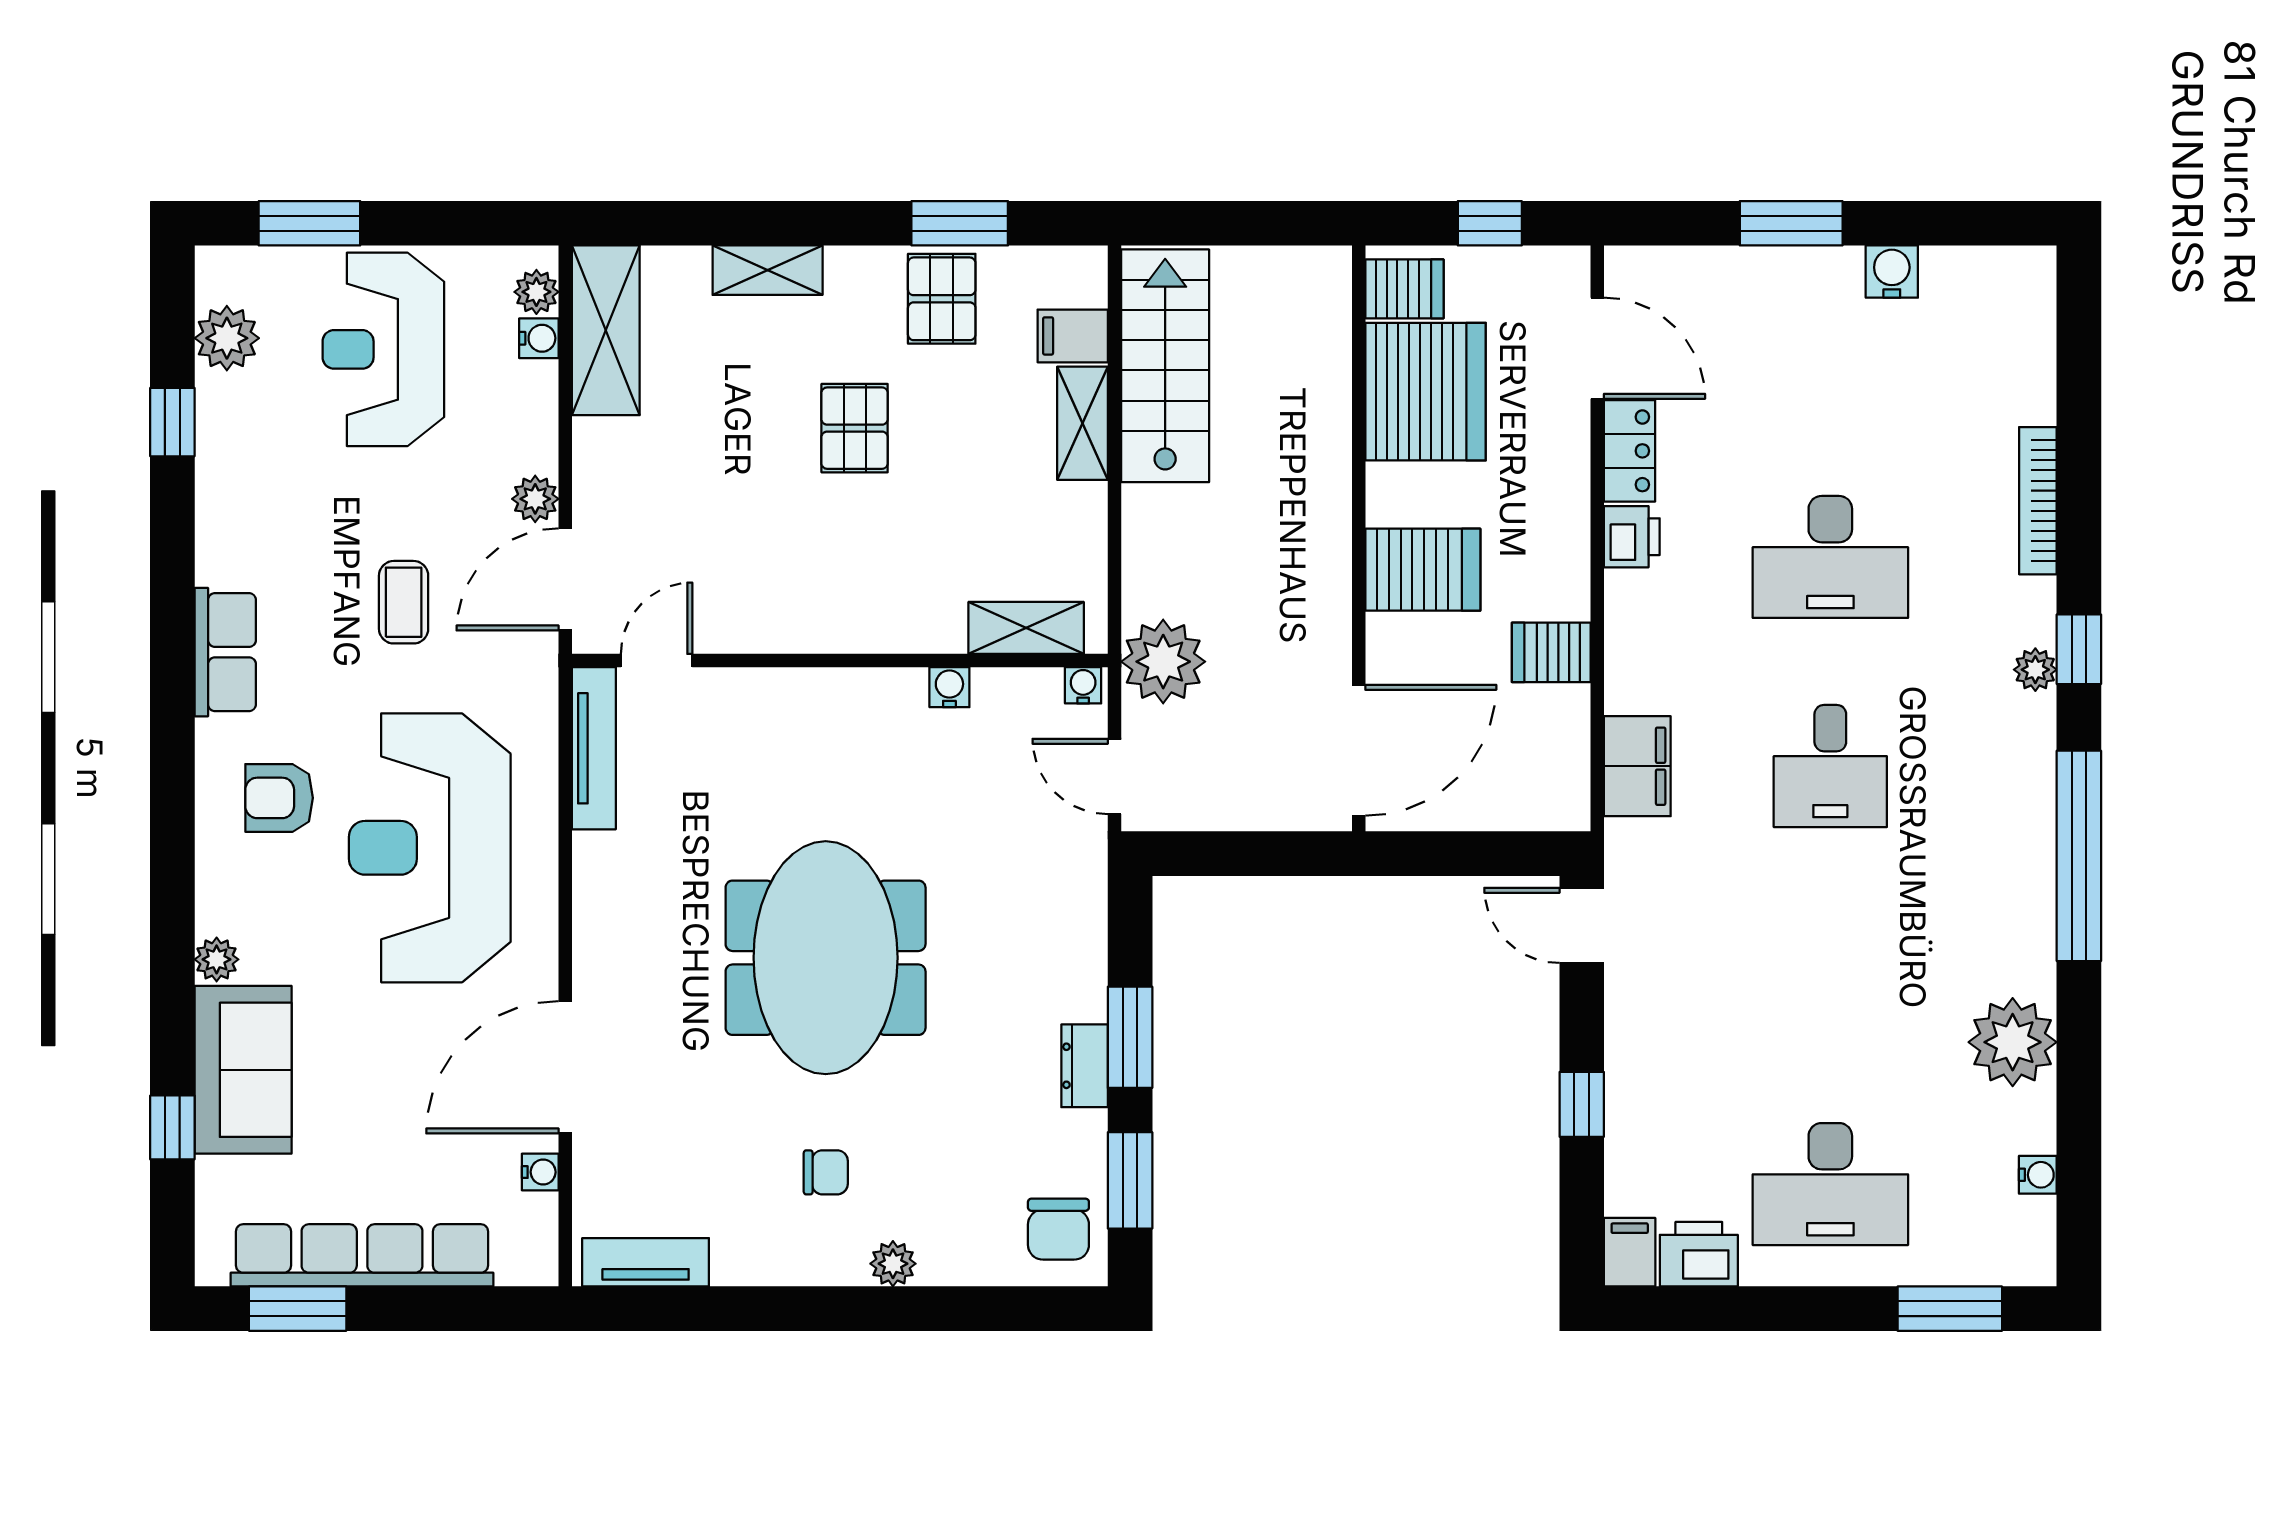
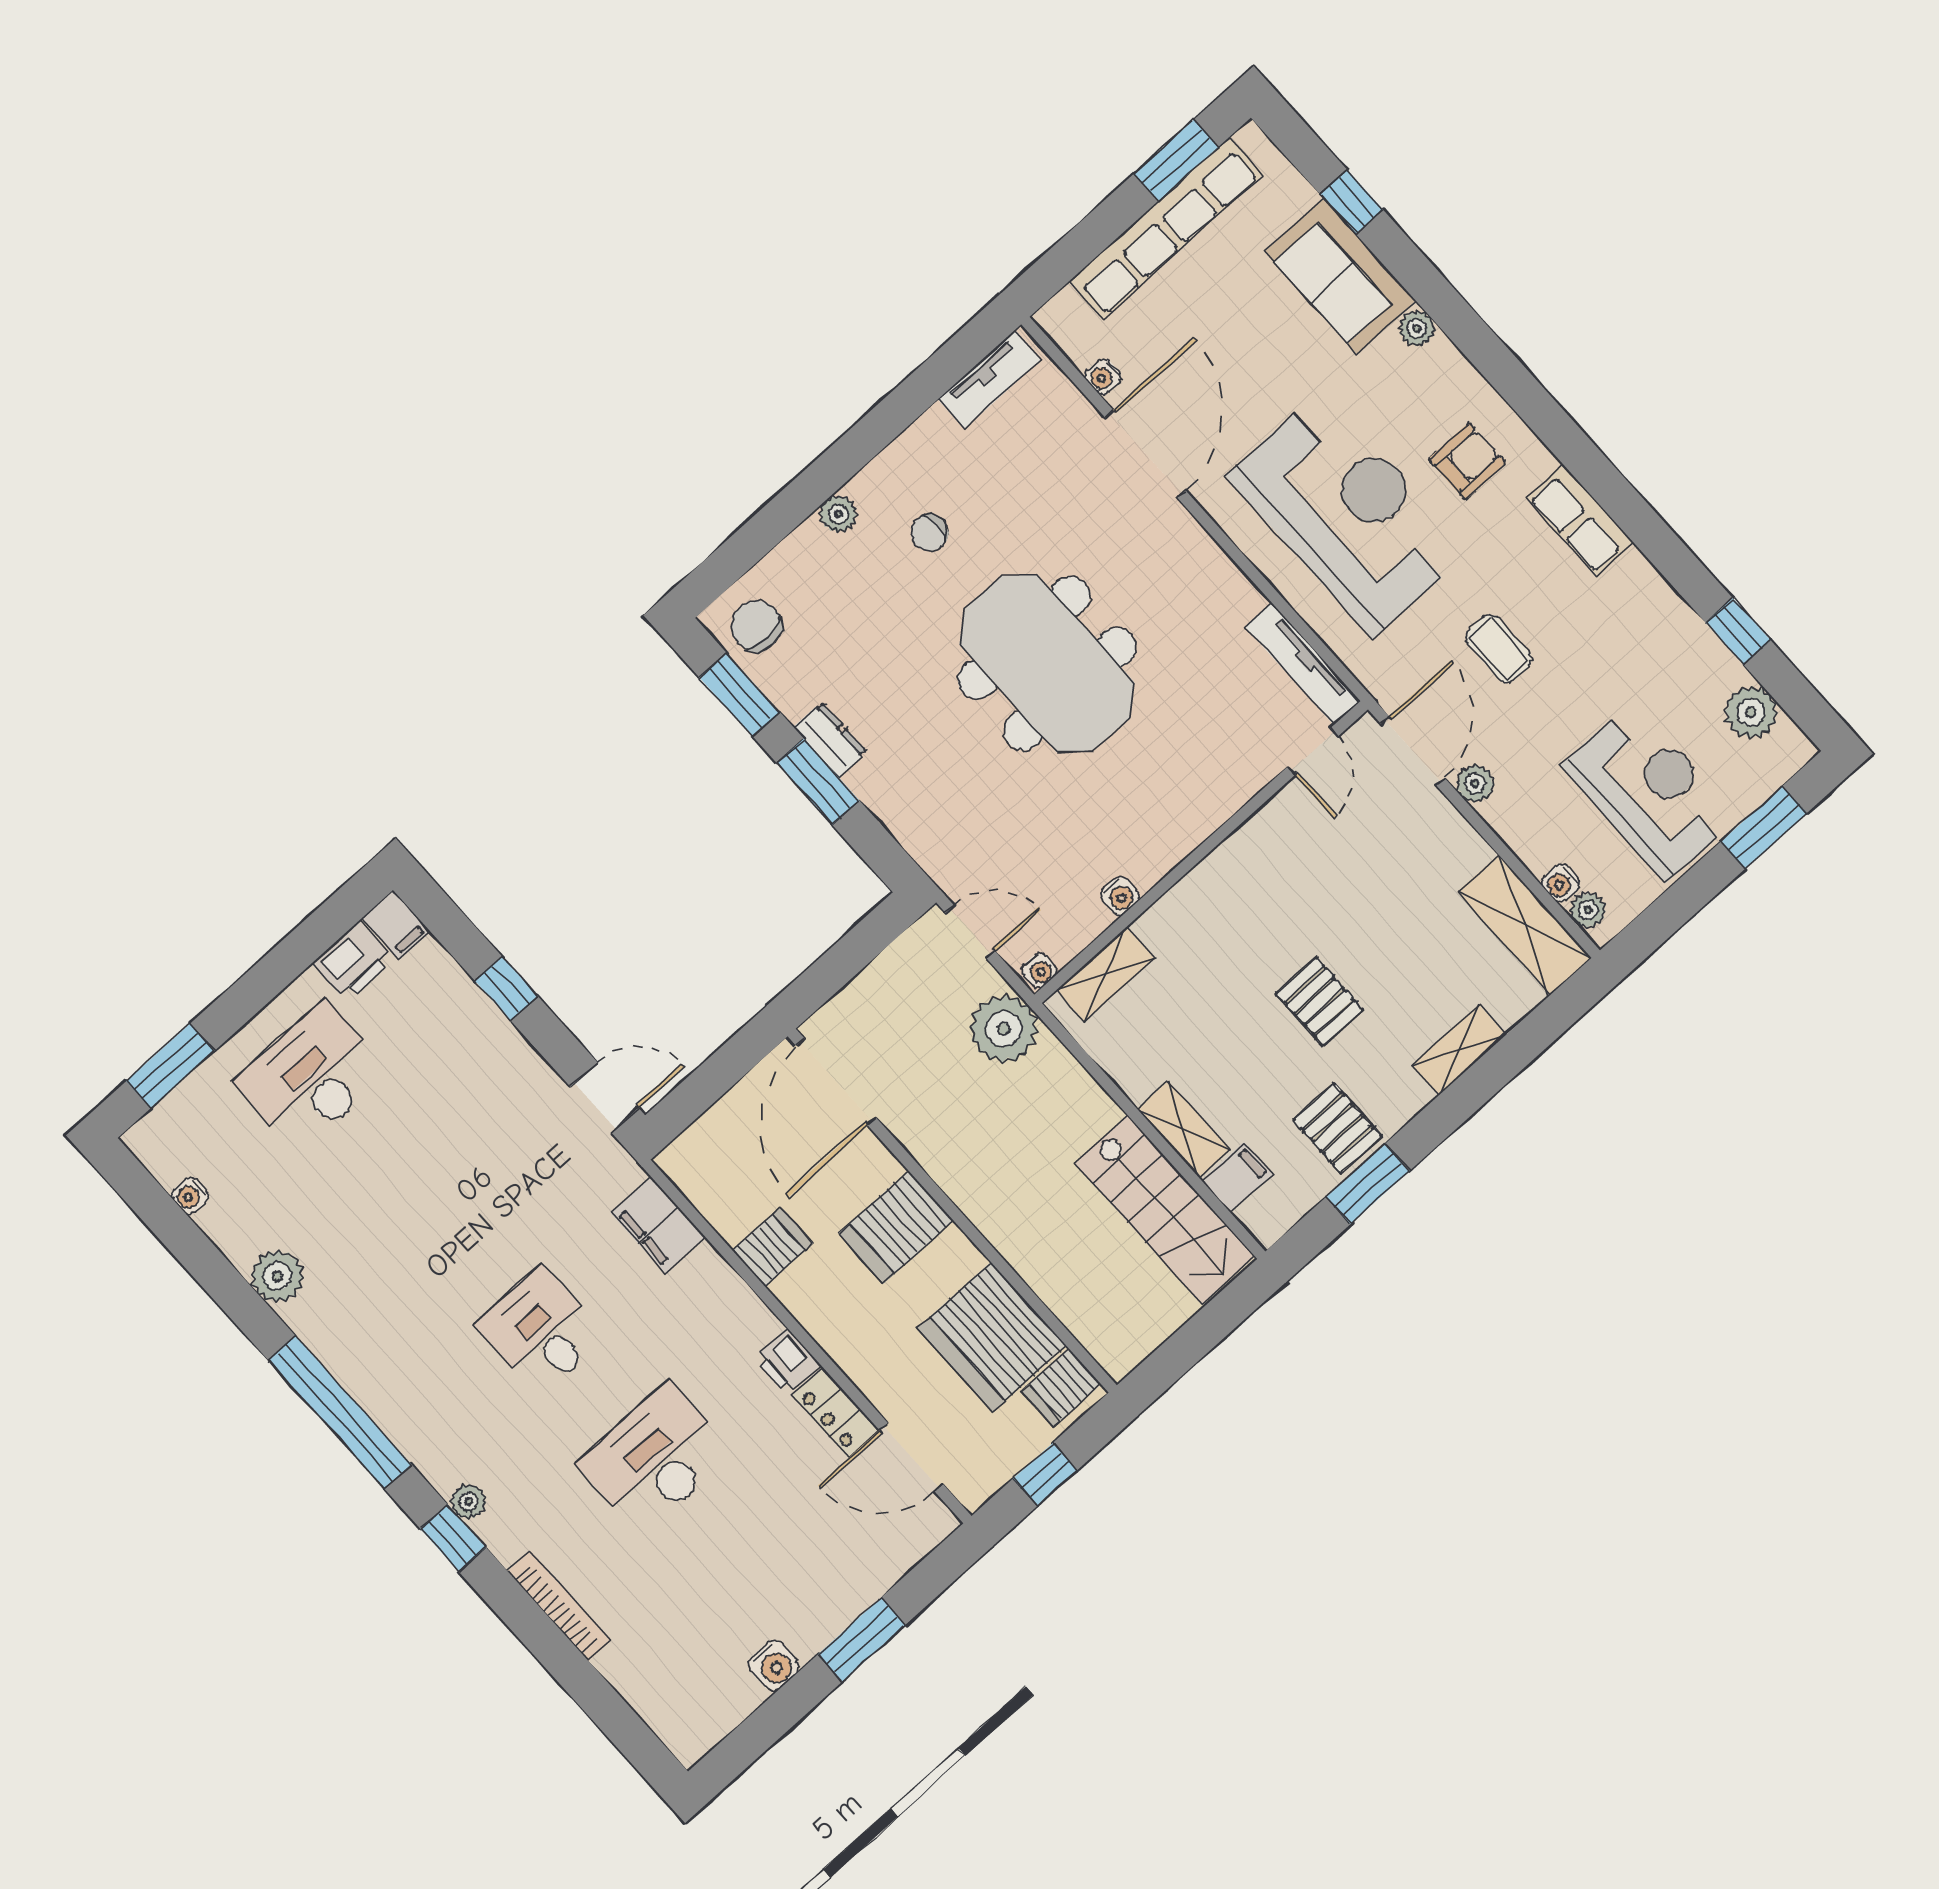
plant: (2013, 1042) -> (277, 1276), width x0.73, depth x0.73

